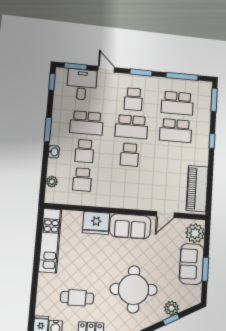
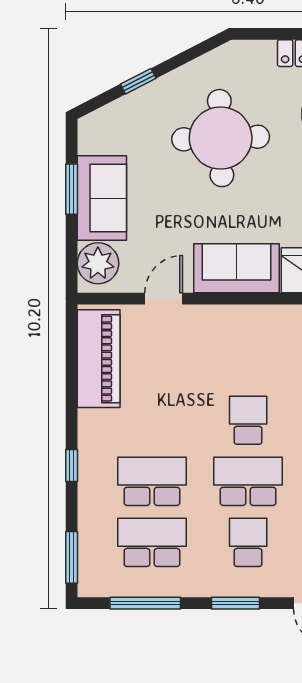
plant: (171, 308) -> (139, 104), removed

